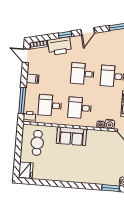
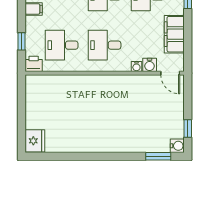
window: (22, 101) -> (21, 41), width x0.46
sofa: (71, 136) -> (96, 87), removed
cafe table: (37, 143) -> (48, 100), removed

